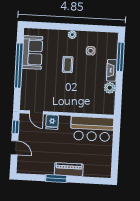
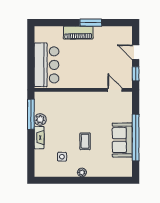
sofa: (32, 52) -> (122, 140), moved
window: (120, 57) -> (31, 114), moved
fridge: (52, 122) -> (98, 81), removed
bar counter: (92, 129) -> (47, 65), moved, turned 90

